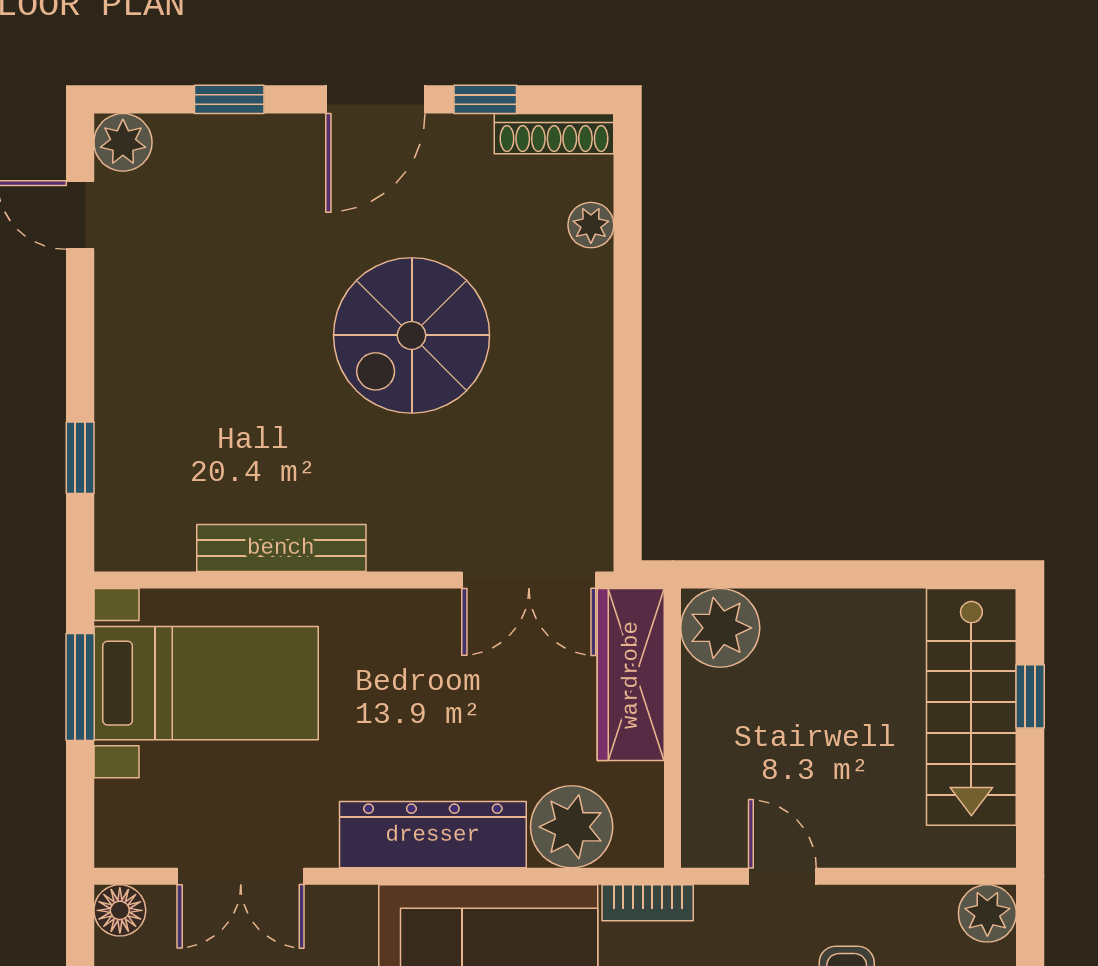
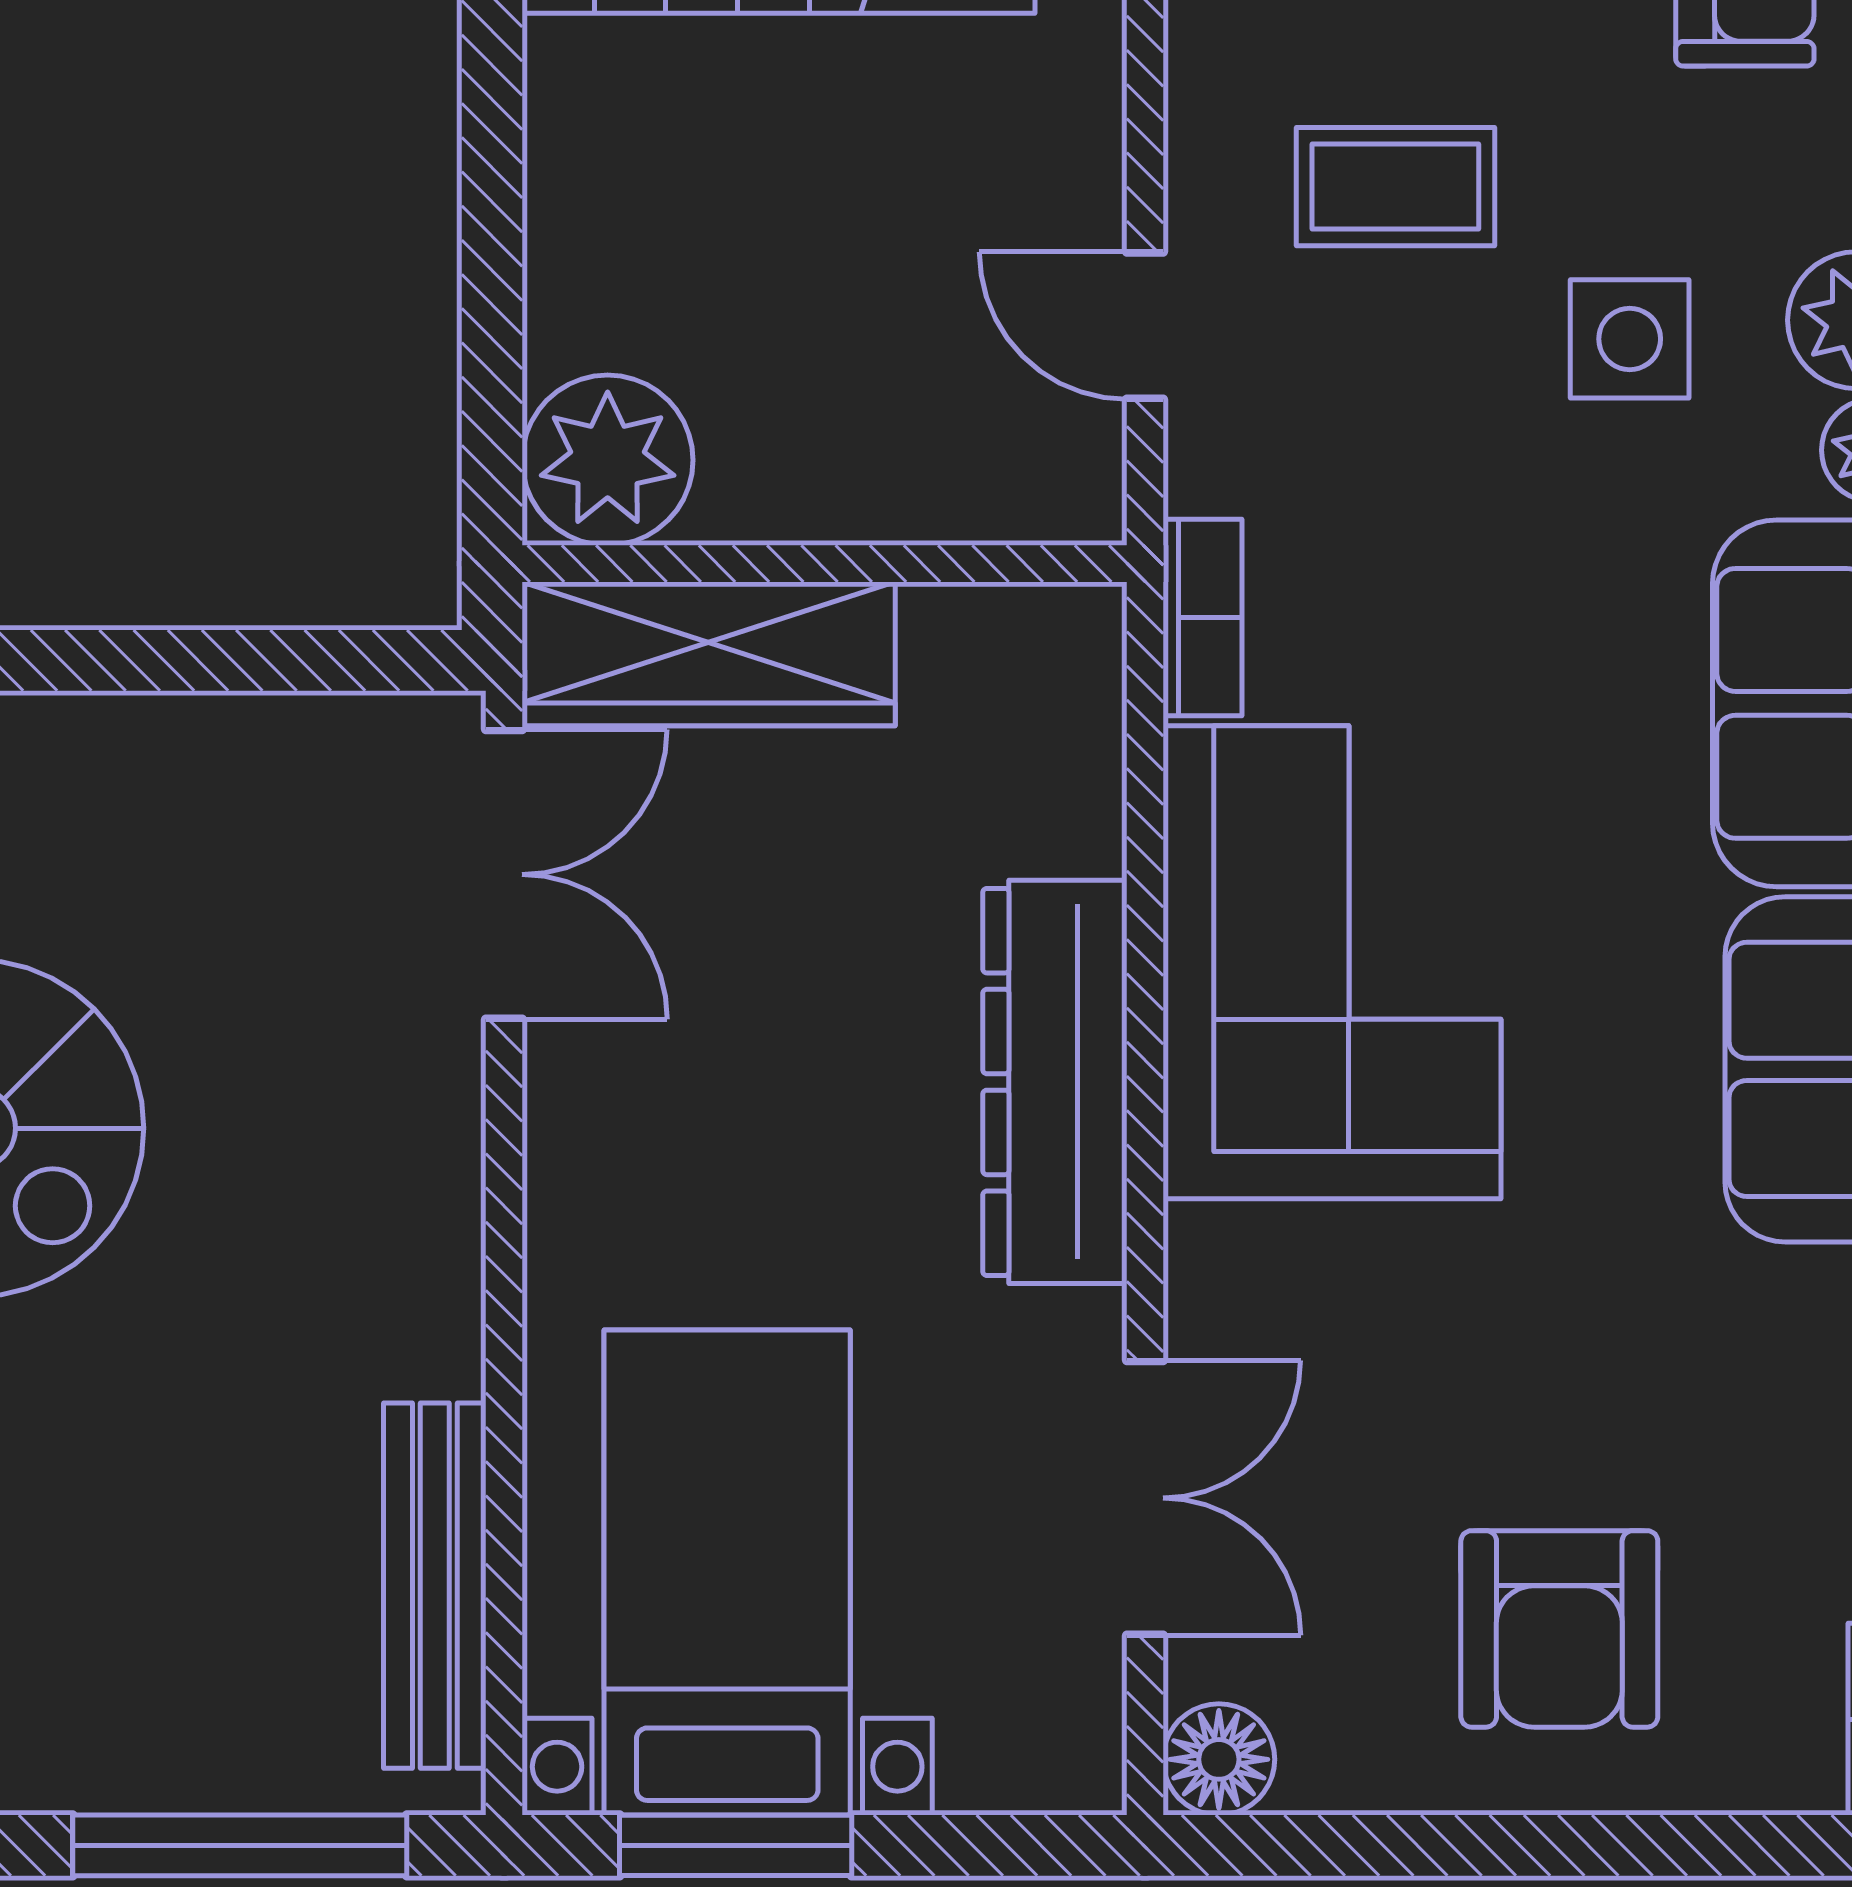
window: (80, 458) -> (240, 1845), width x2.17
bench: (281, 548) -> (435, 1586), moved
plant: (572, 827) -> (1038, 782), removed
door: (782, 876) -> (1145, 326), hinge flipped

